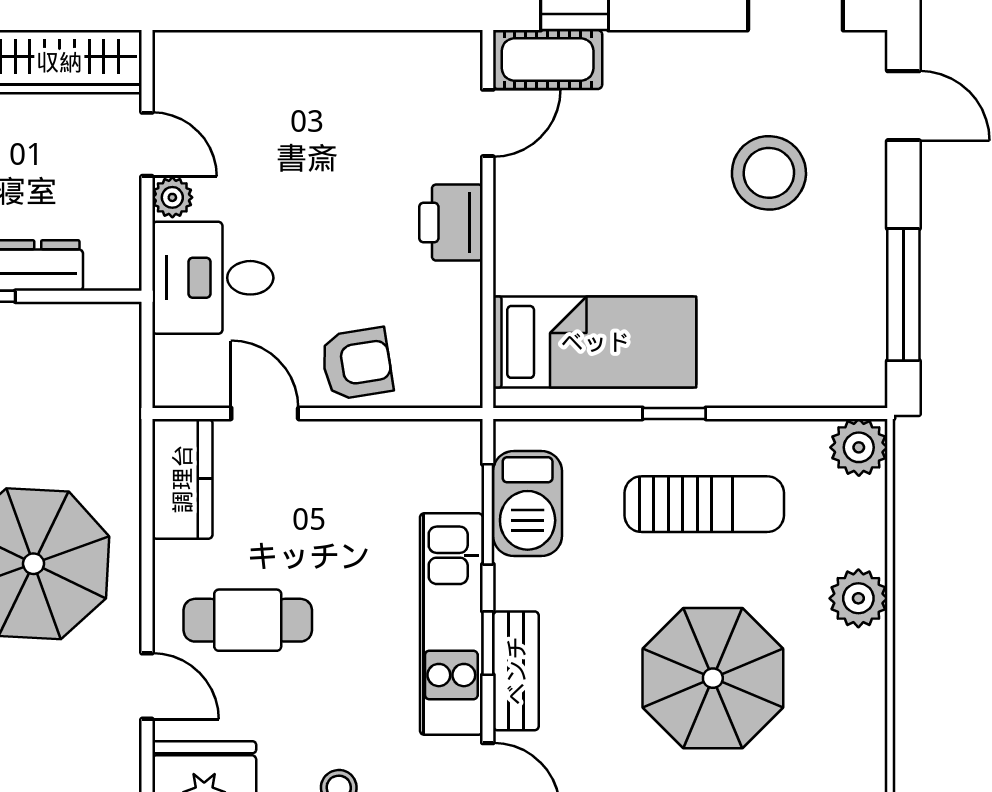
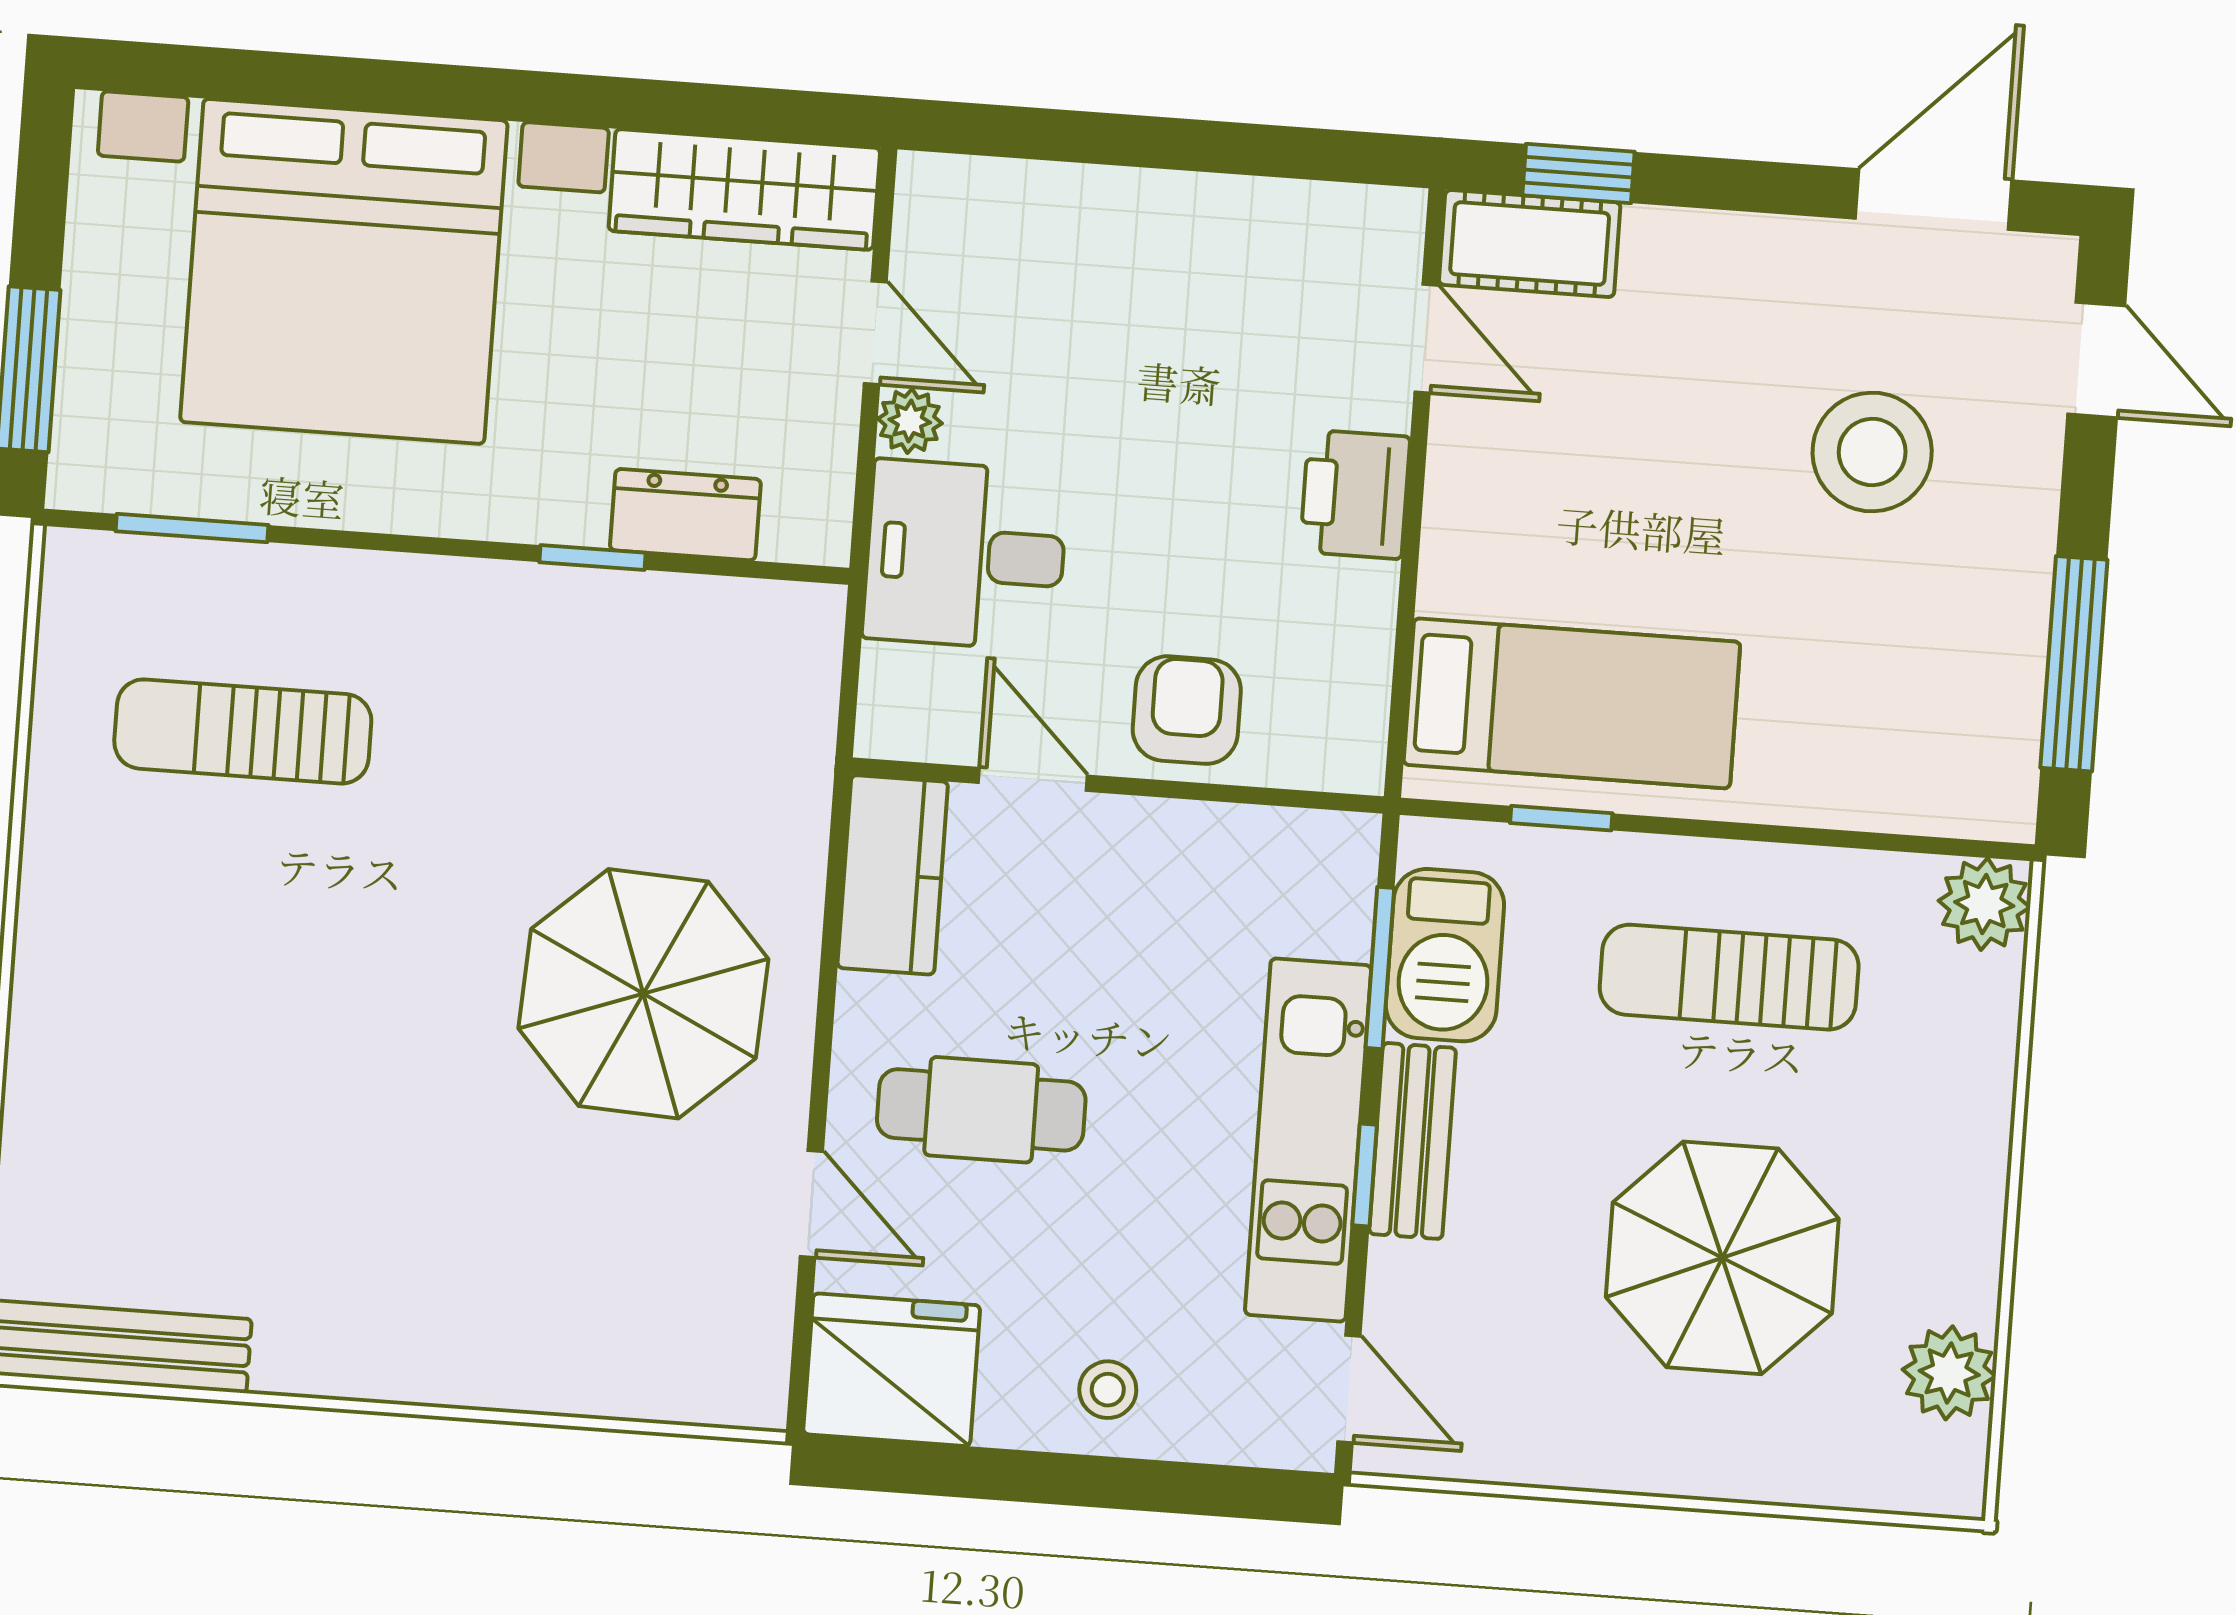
door: (488, 123) -> (1426, 339), hinge flipped
armchair: (357, 364) -> (1187, 710), turned -81
window: (674, 413) -> (1561, 818), moved
sun lounger: (704, 504) -> (1729, 977), turned 180
plant: (858, 598) -> (1949, 1373), moved
bench: (516, 671) -> (1413, 1141), moved

